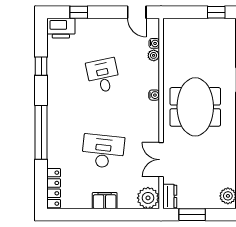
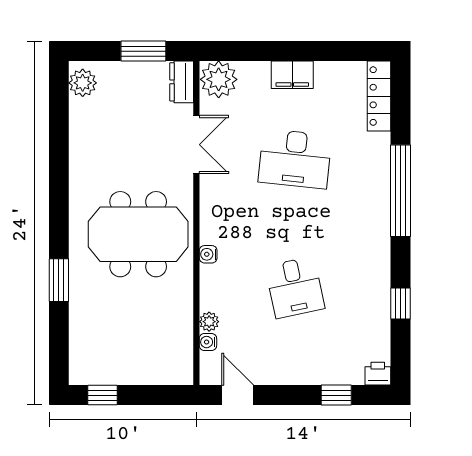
printer: (61, 28) -> (378, 374), width x0.53, depth x0.68
meeting table: (195, 107) -> (138, 234), turned 90

